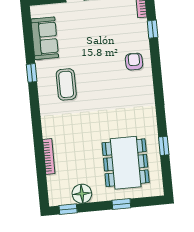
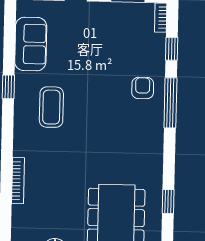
window: (156, 70) -> (170, 103), added
bookcase: (49, 156) -> (18, 181), moved

